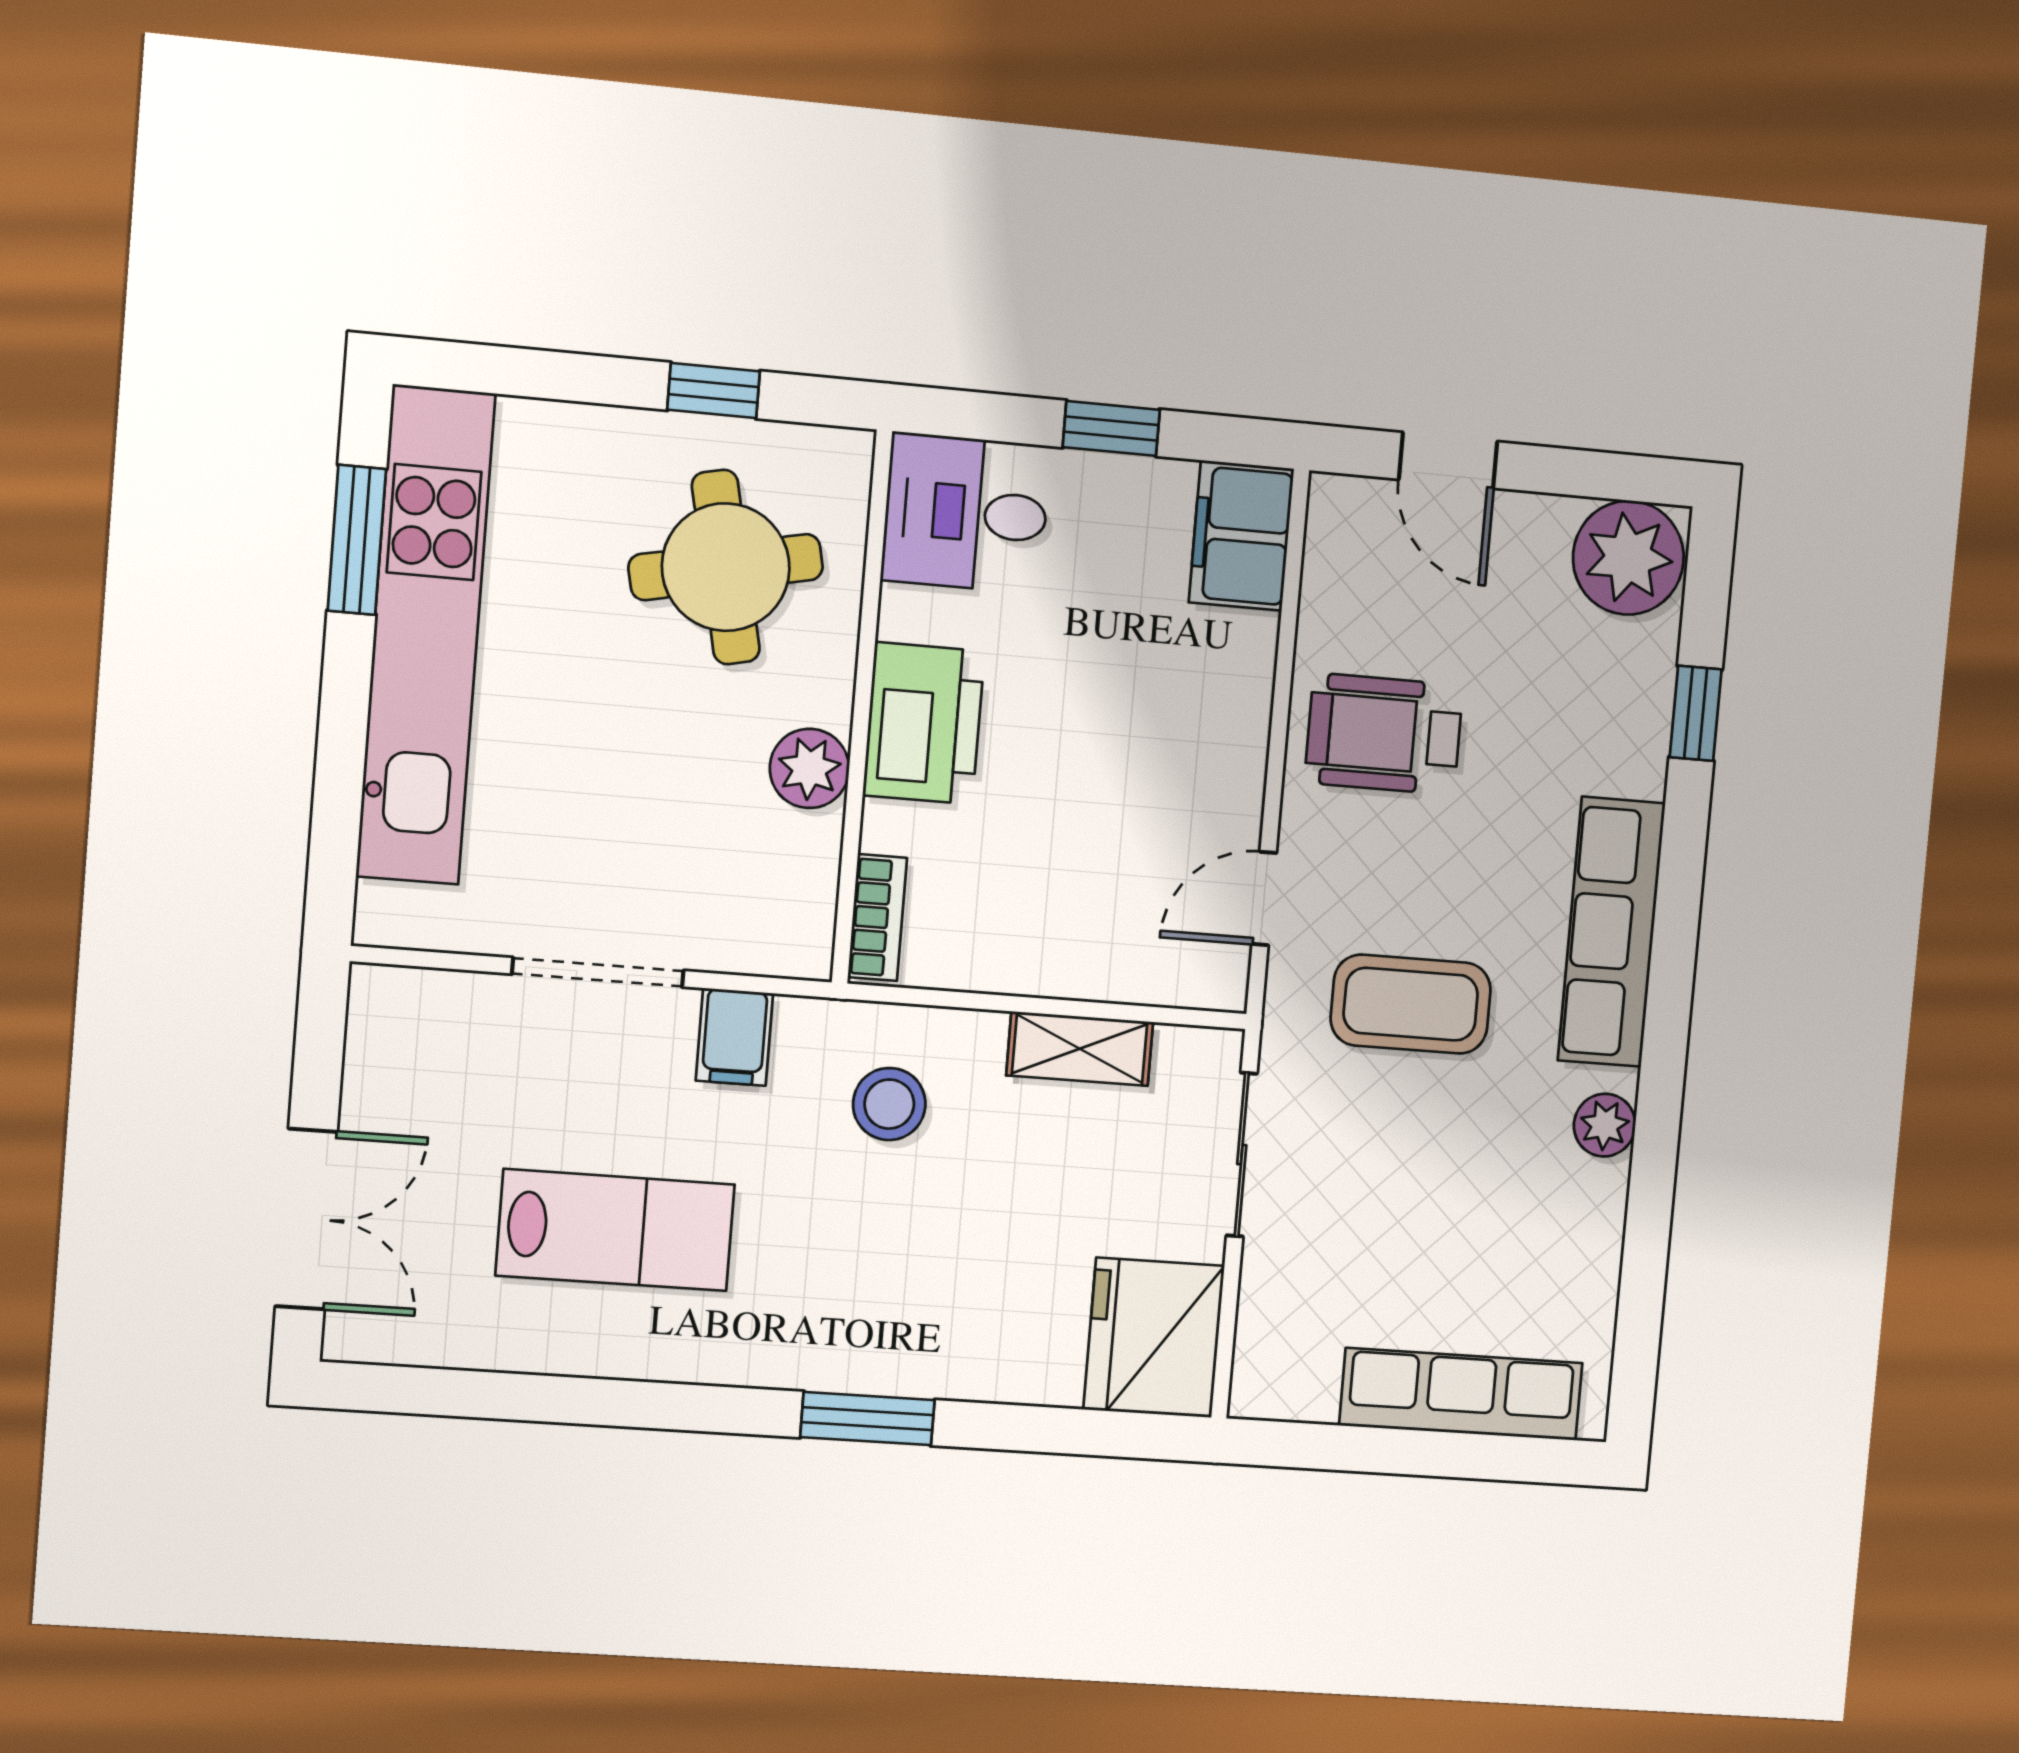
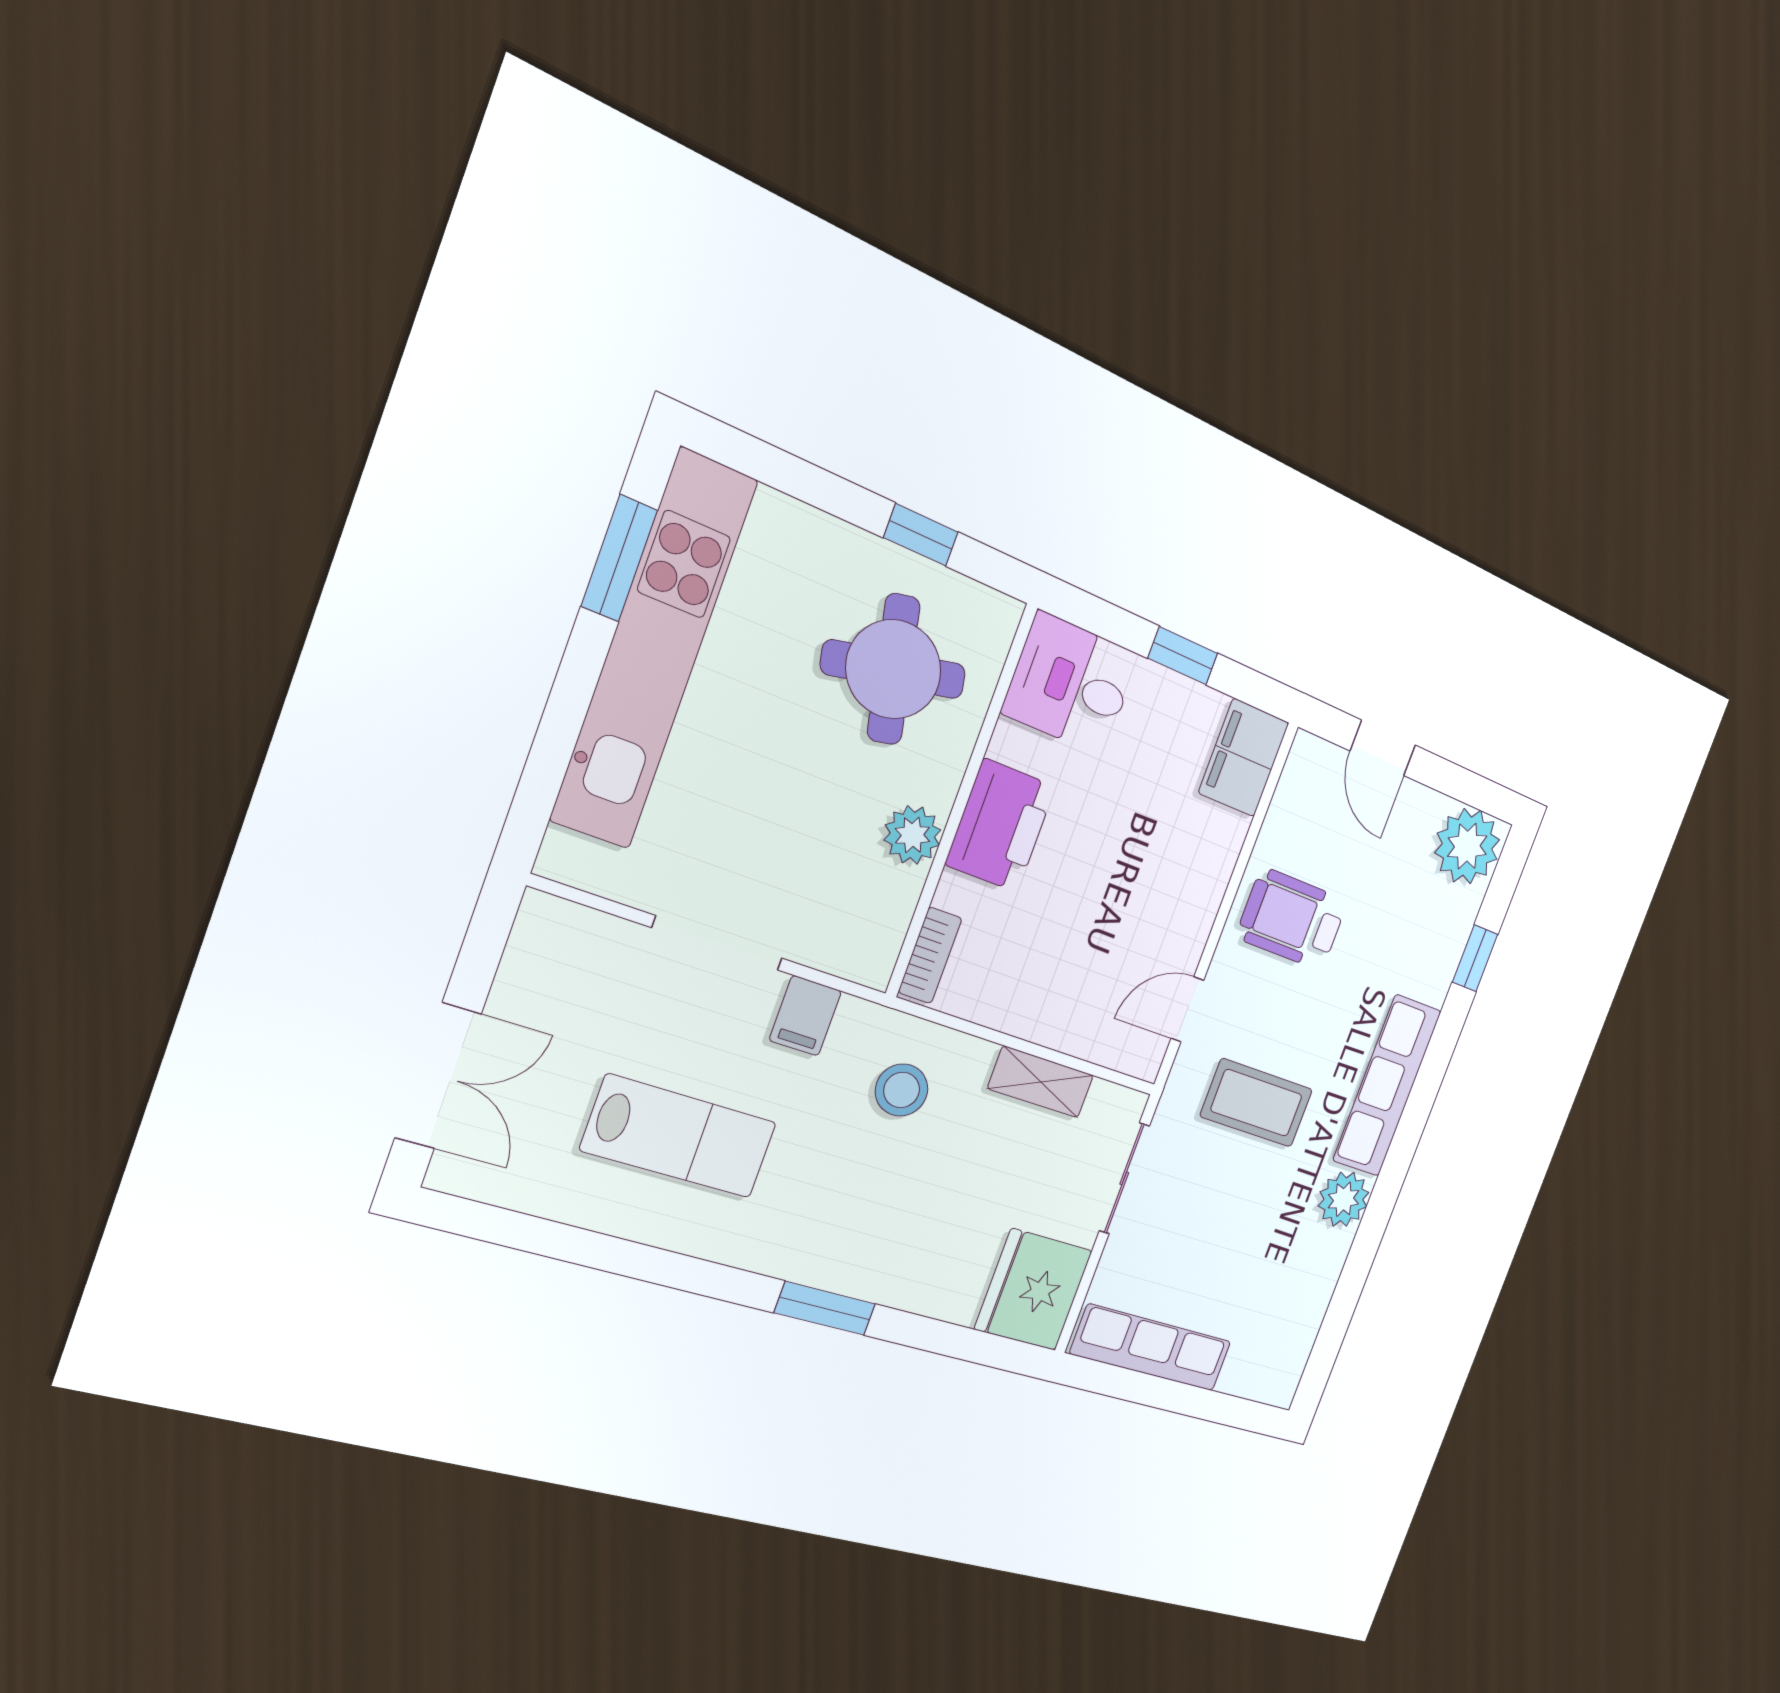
plant: (1605, 1125) -> (1343, 1199), width x1.38, depth x1.38
row of seats: (1461, 1394) -> (1151, 1348), moved

